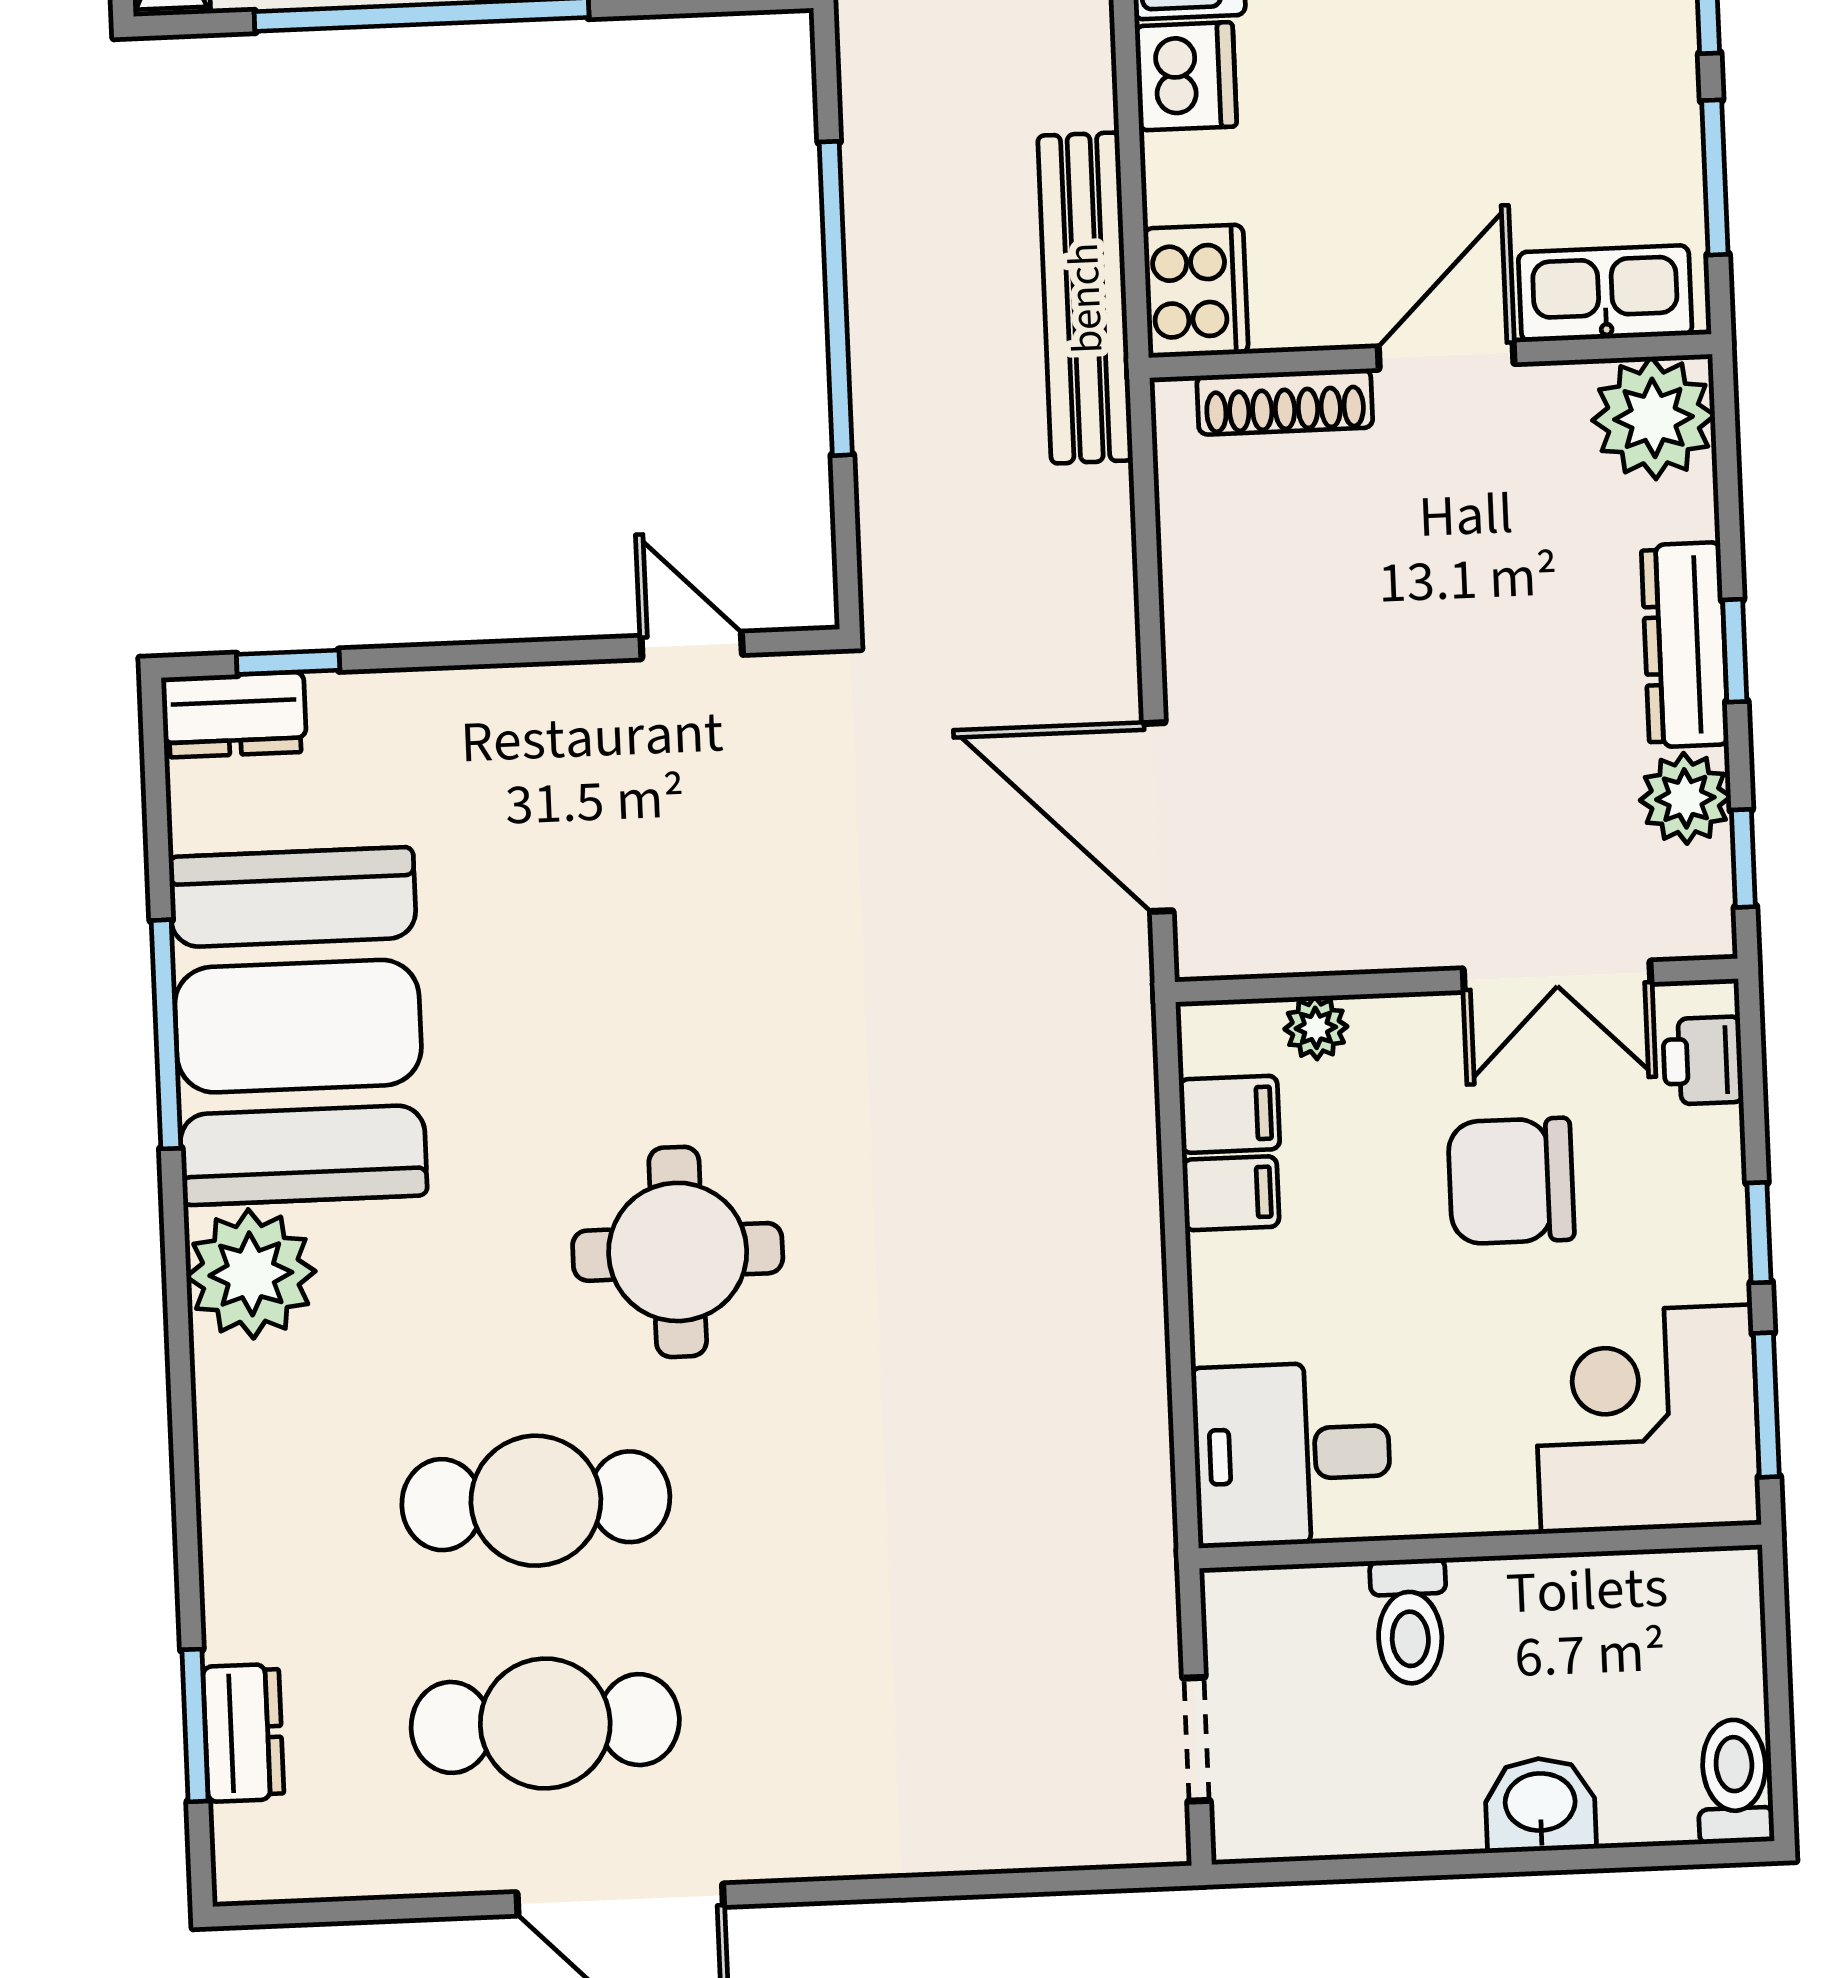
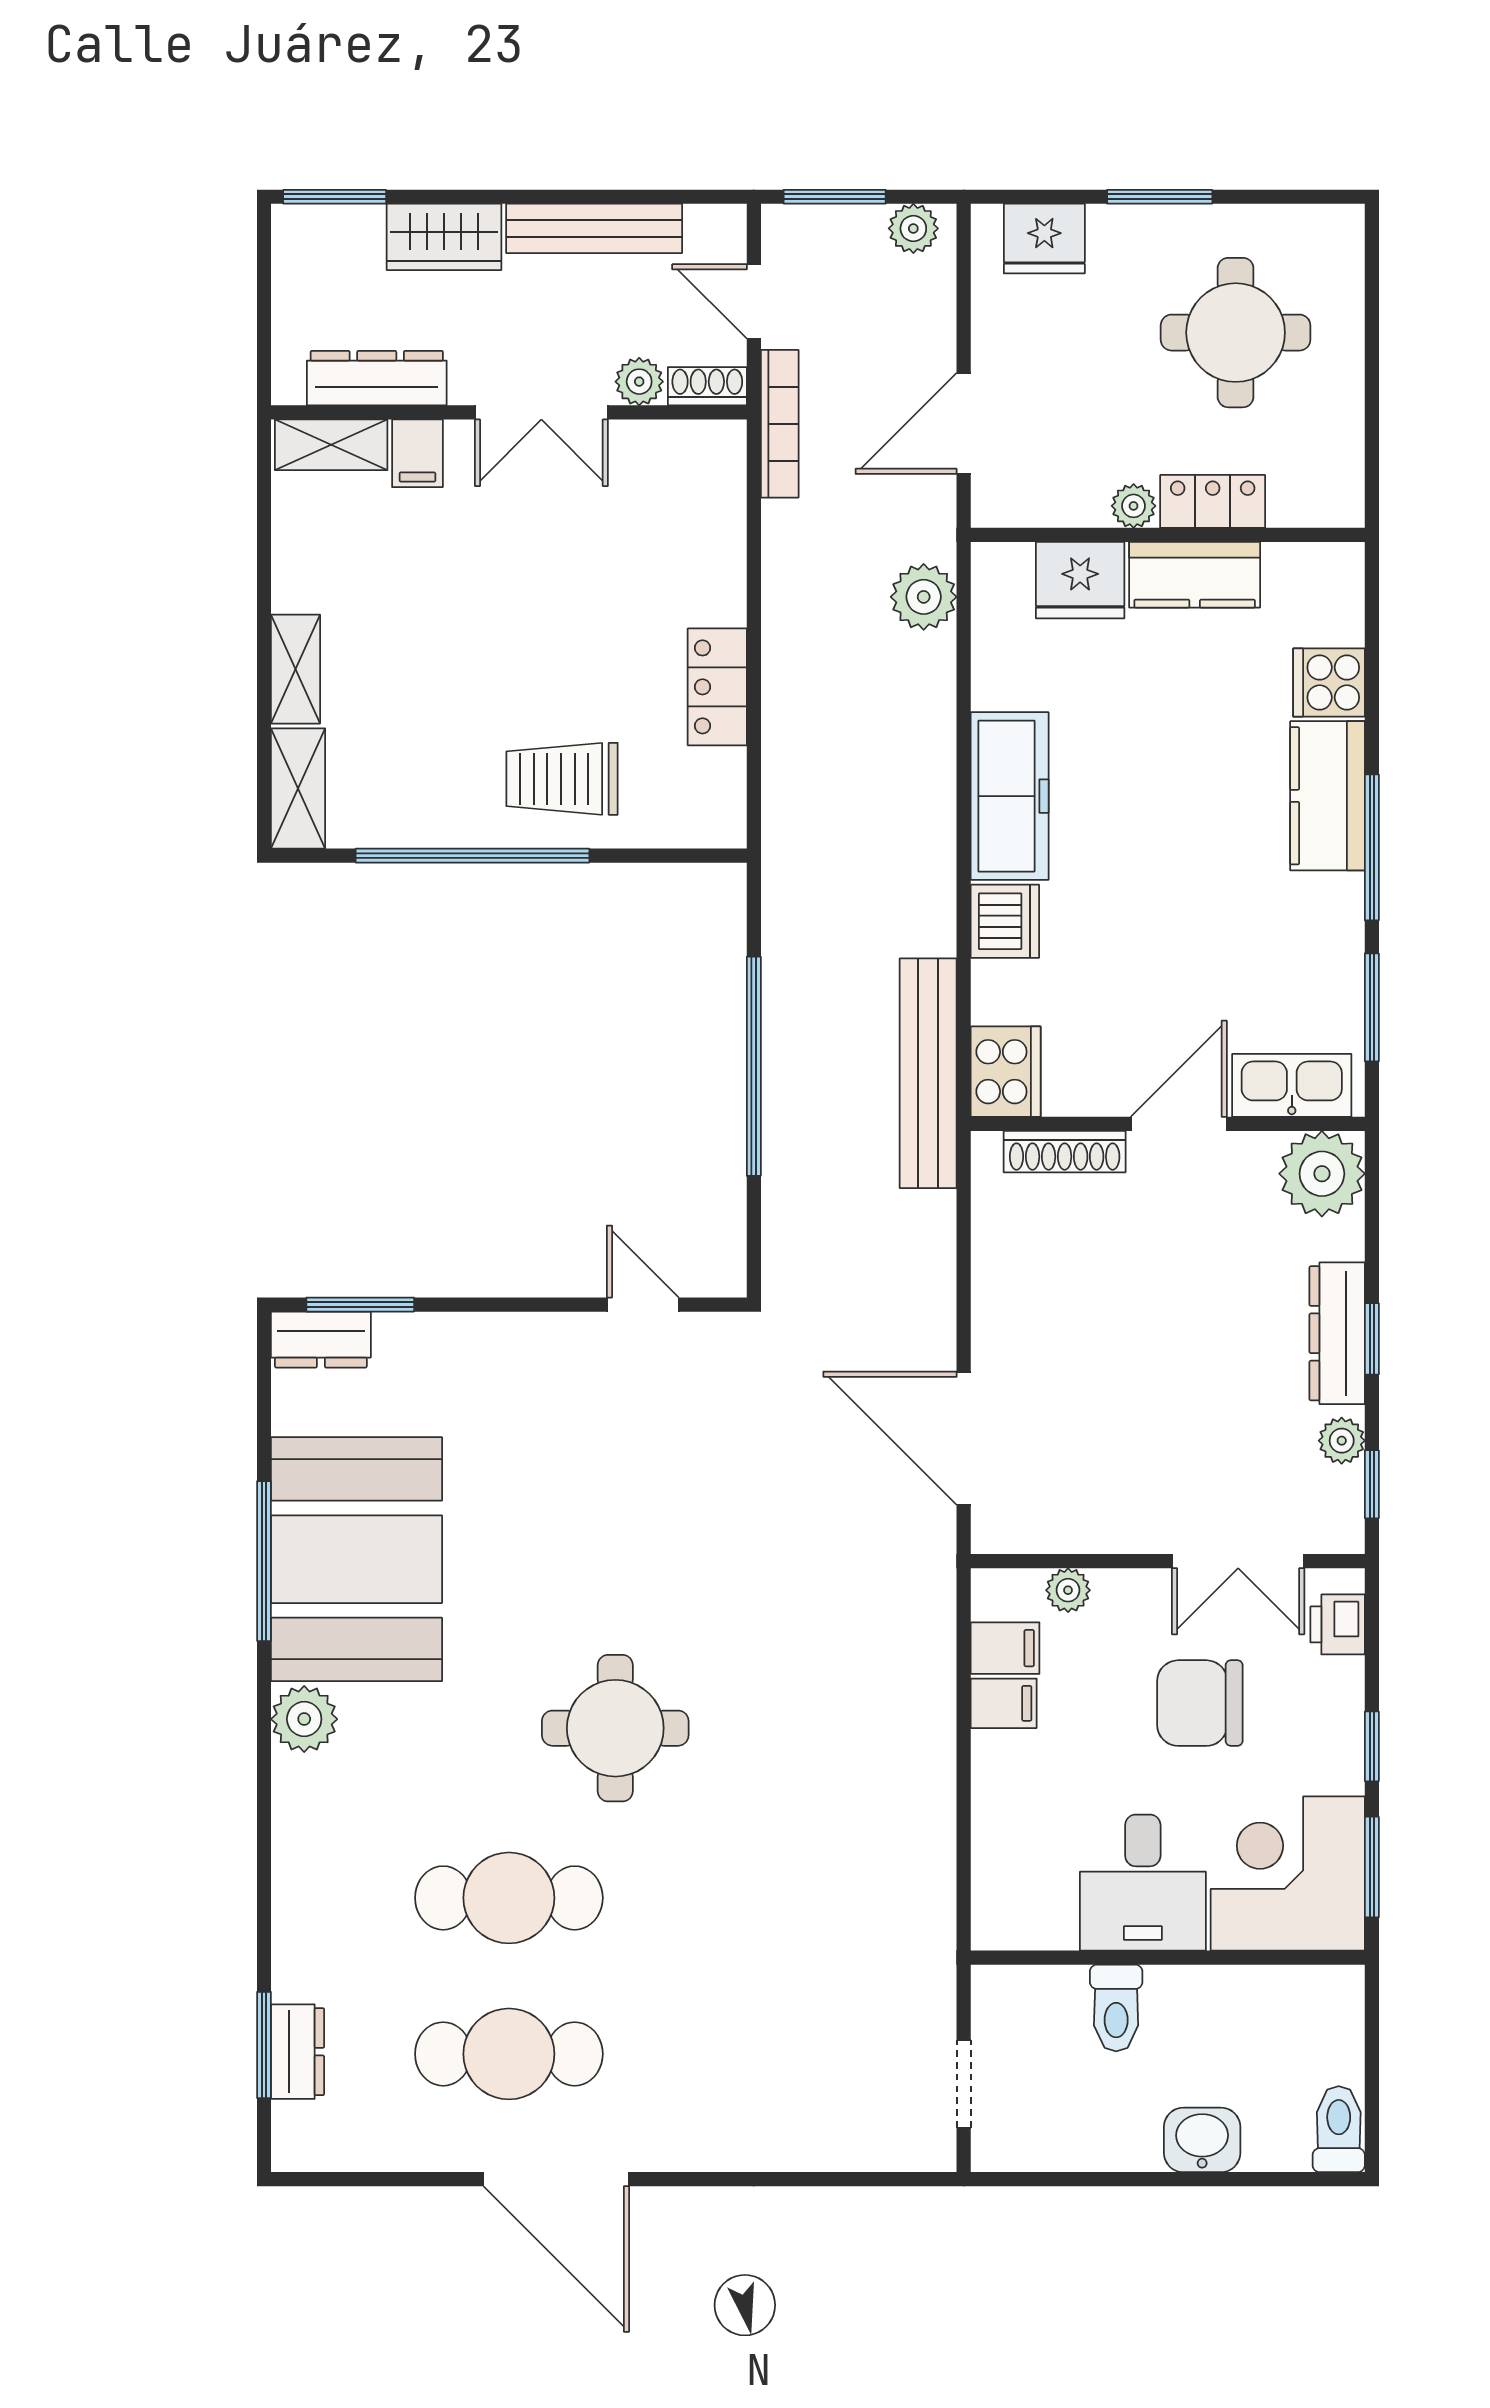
window: (288, 662) -> (360, 1305), width x1.50
plant: (1685, 798) -> (1342, 1441), width x0.73, depth x0.73
plant: (251, 1274) -> (304, 1719), width x0.73, depth x0.73
desk: (1292, 1454) -> (1143, 1883), moved, turned -90

